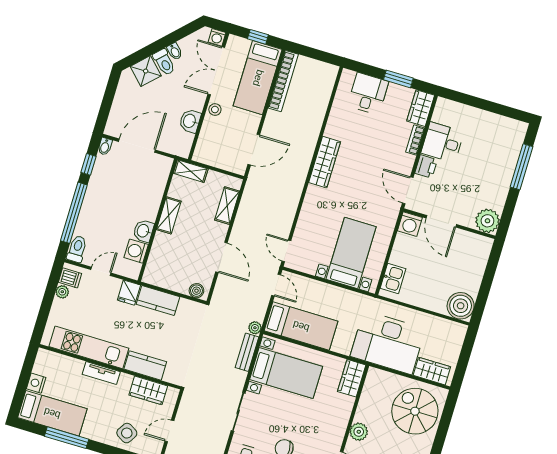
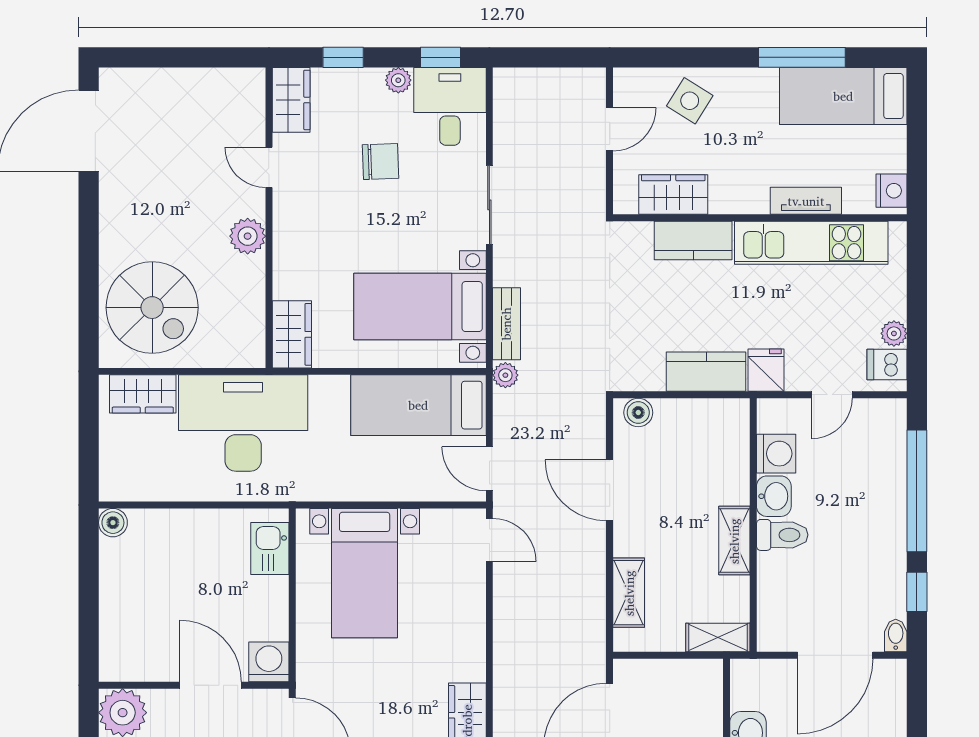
toilet: (77, 249) -> (782, 535), moved, turned -90
boiler: (461, 306) -> (113, 523), width x0.54, depth x0.54
tv unit: (101, 373) -> (806, 201), moved
nightstand: (36, 383) -> (891, 191), moved

